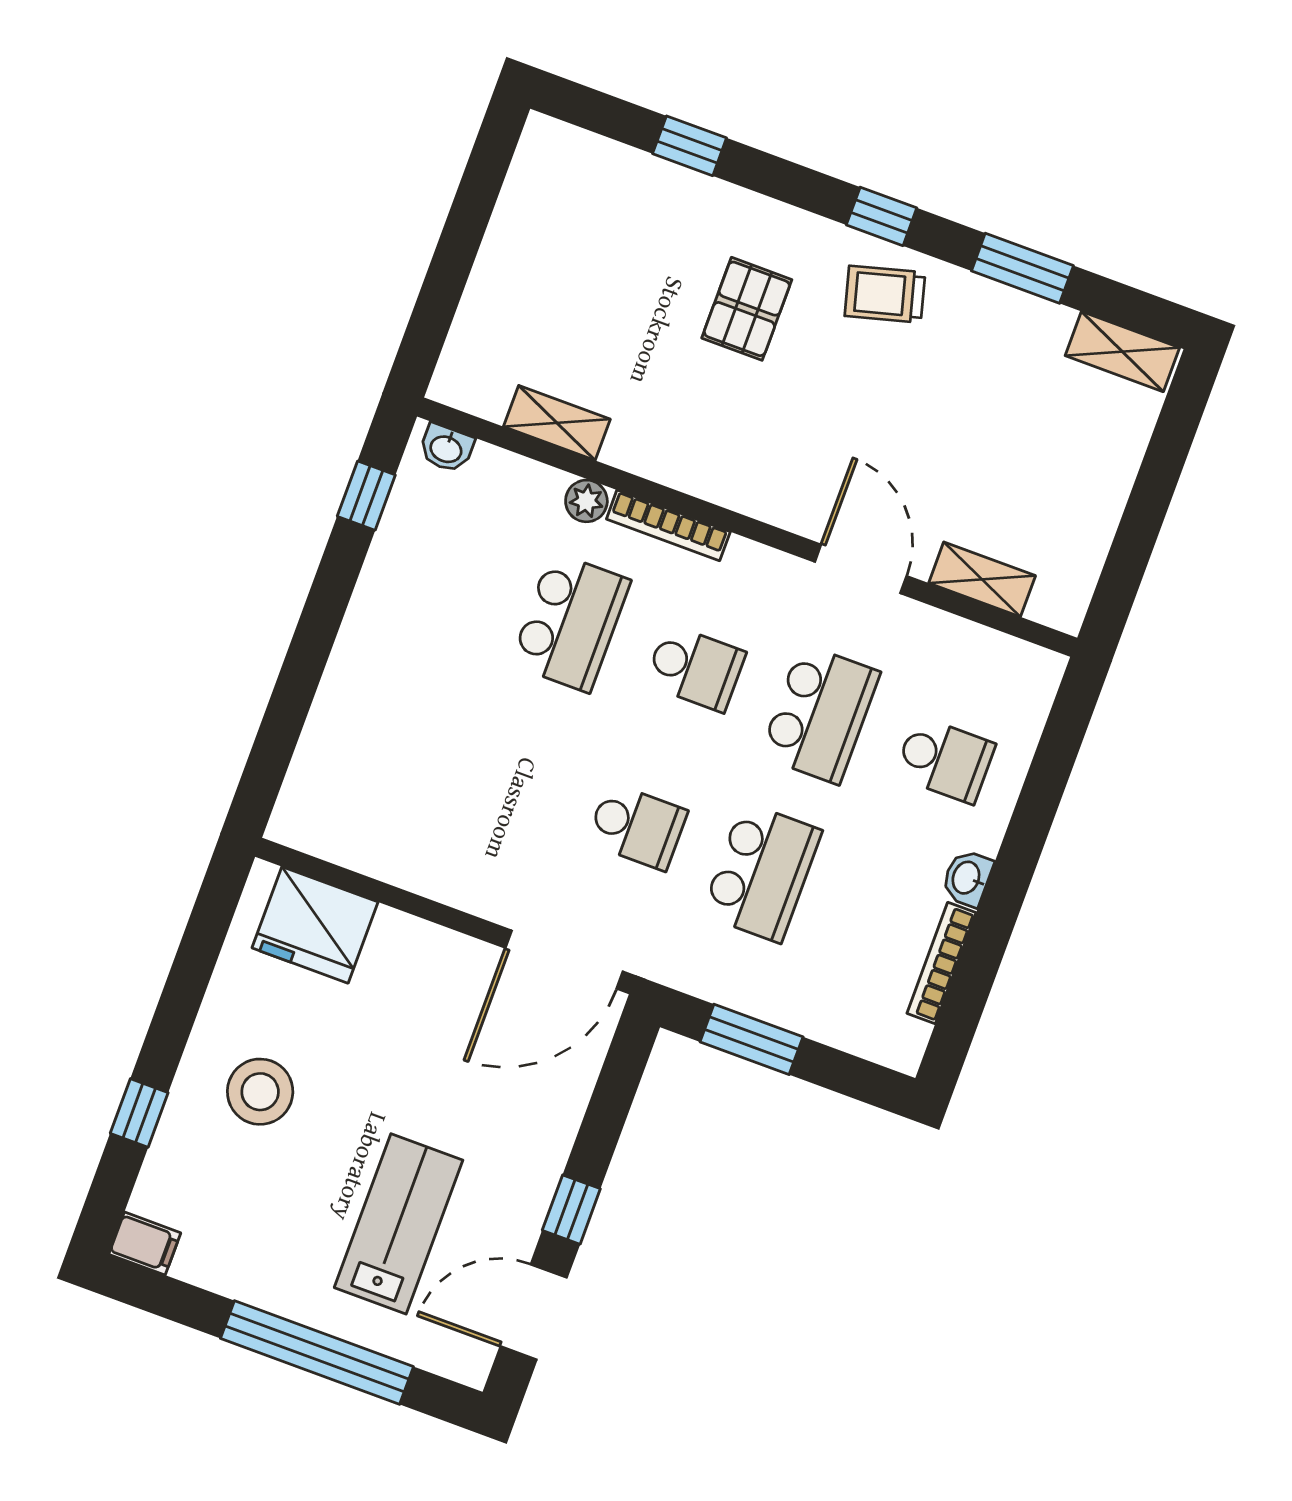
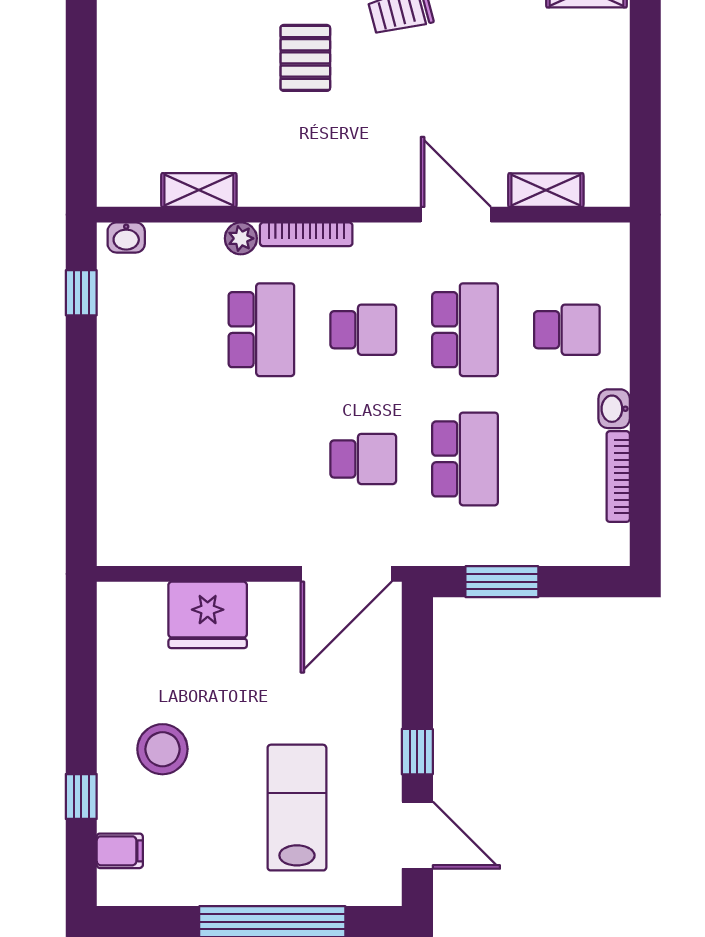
fridge: (315, 925) -> (208, 615), moved
filing cabinet: (145, 1244) -> (120, 851), moved
door: (534, 1312) -> (417, 835), swing flipped

